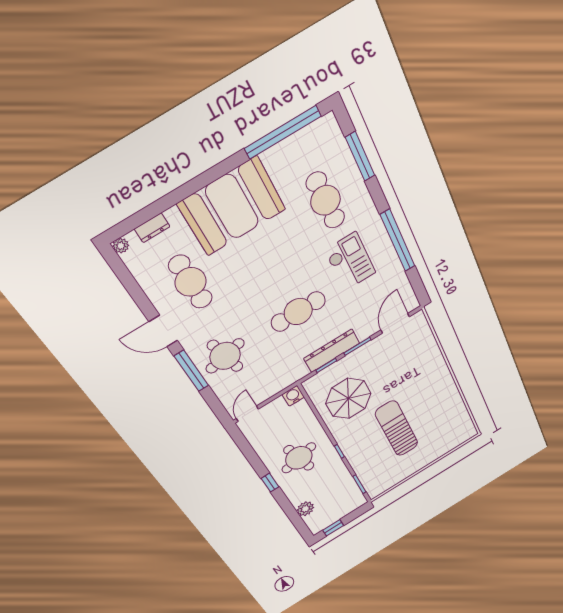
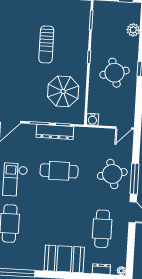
booth: (232, 206) -> (64, 259), width x0.73, depth x0.70
sun lounger: (397, 428) -> (46, 44), width x0.73, depth x0.75

